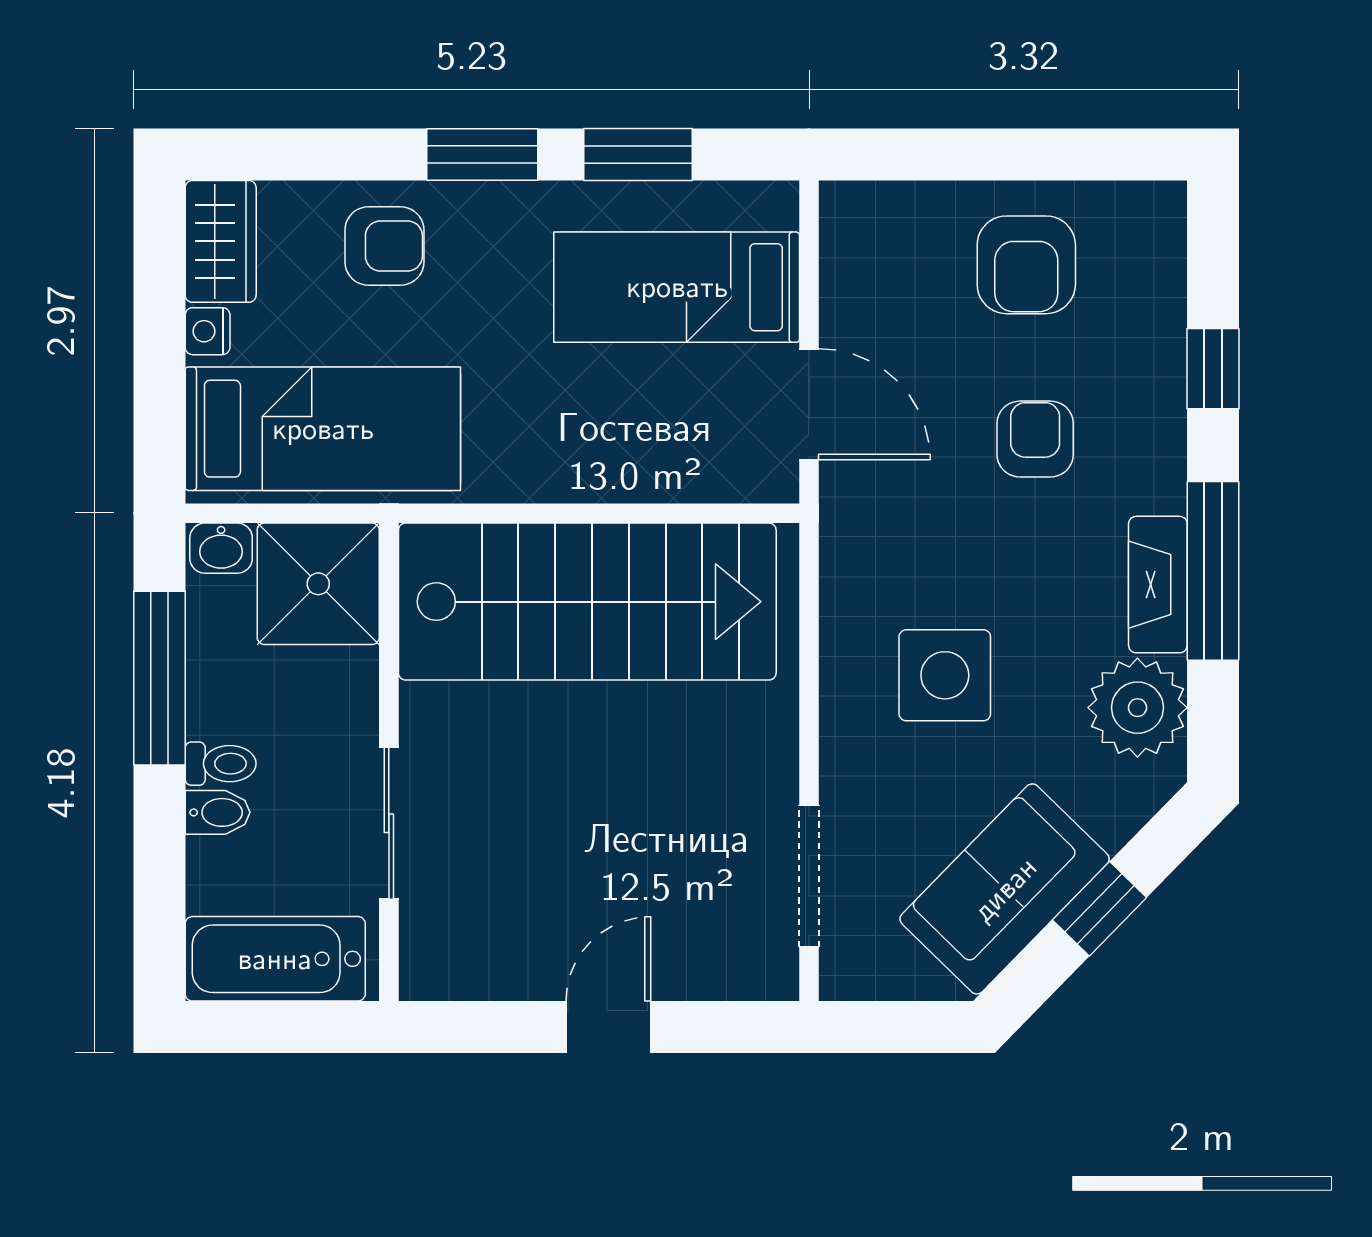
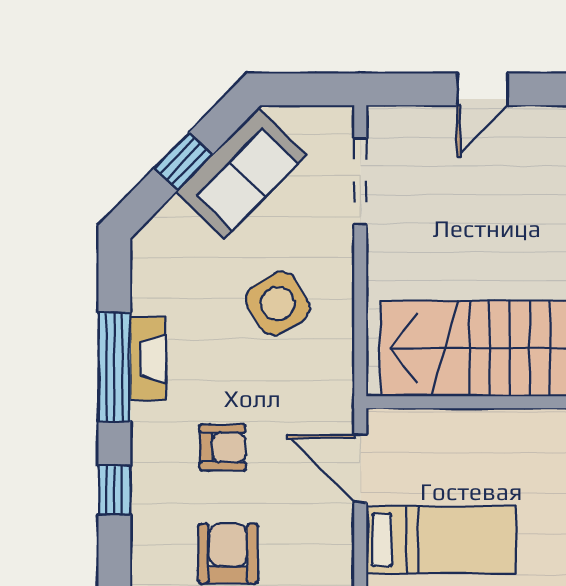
armchair: (1035, 439) -> (223, 447), turned -90
side table: (945, 675) -> (278, 304), turned -31
plant: (1137, 708) -> (160, 284), removed

